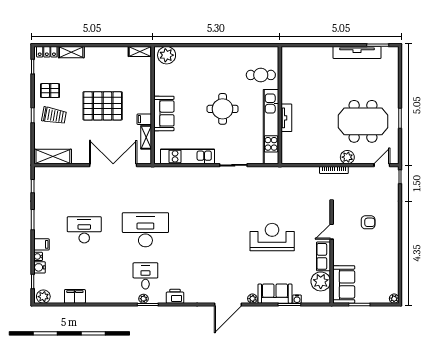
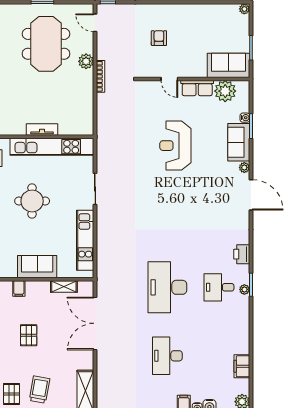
pallet: (103, 106) -> (29, 335), width x0.49, depth x0.50
filing cabinet: (144, 119) -> (19, 289), moved

